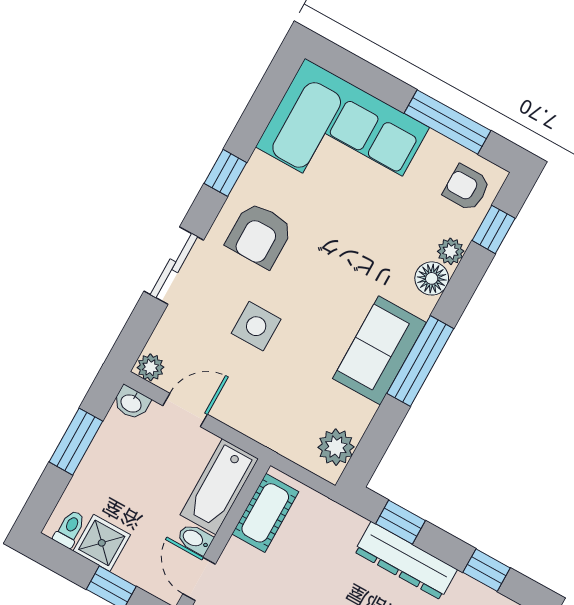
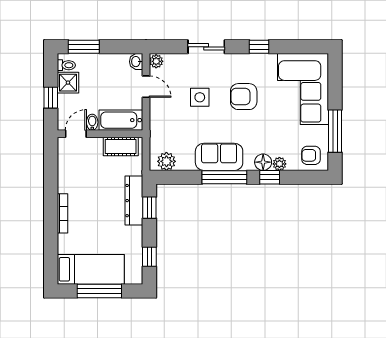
armchair: (466, 188) -> (311, 155), turned -90
window: (494, 229) -> (270, 177), moved
armchair: (259, 235) -> (244, 97), moved
window: (76, 442) -> (84, 47), moved
dresser: (406, 561) -> (134, 201), moved

